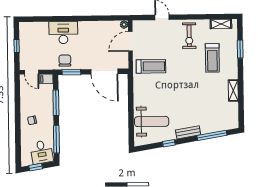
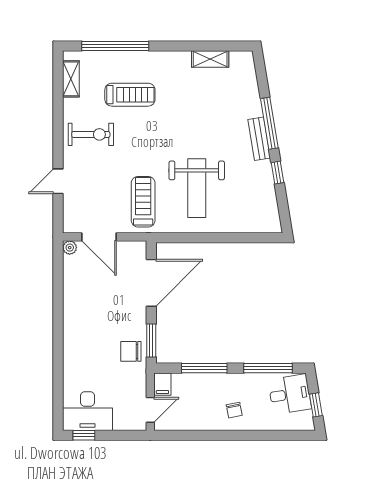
desk: (63, 33) -> (87, 411), moved, turned -90
window: (17, 46) -> (84, 435), moved
window: (240, 49) -> (115, 46), width x2.11
shelving: (233, 90) -> (210, 59), moved
weight bench: (152, 121) -> (197, 188), moved, turned 180
window: (212, 135) -> (269, 123), moved

